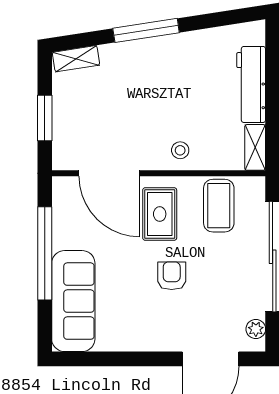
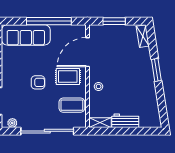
window: (146, 30) -> (156, 70), width x0.69
workbench: (251, 84) -> (125, 121), width x0.73

